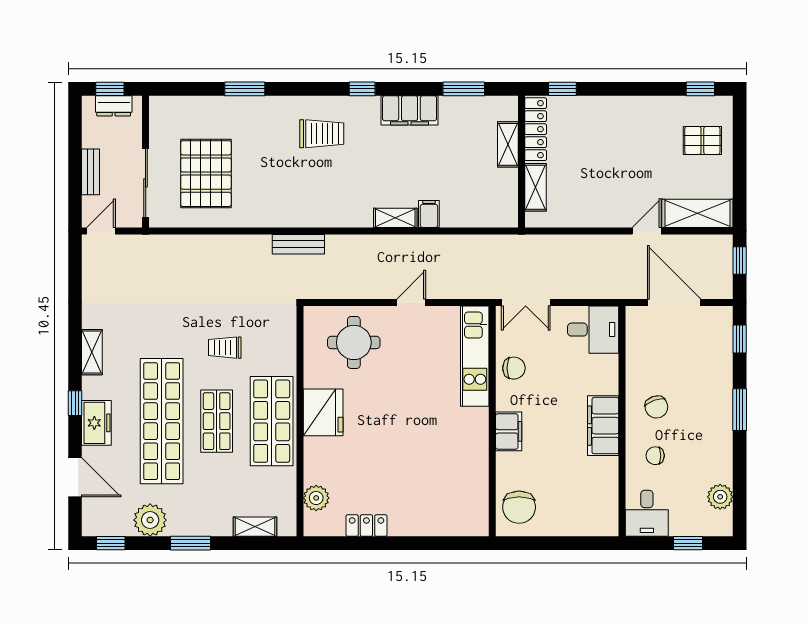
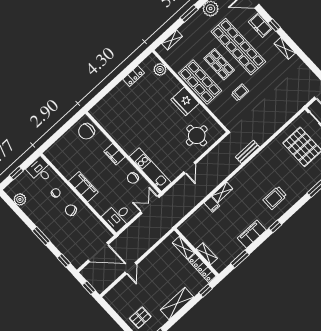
shelving: (697, 213) -> (177, 304), moved
chair: (519, 507) -> (86, 131), turned -90

